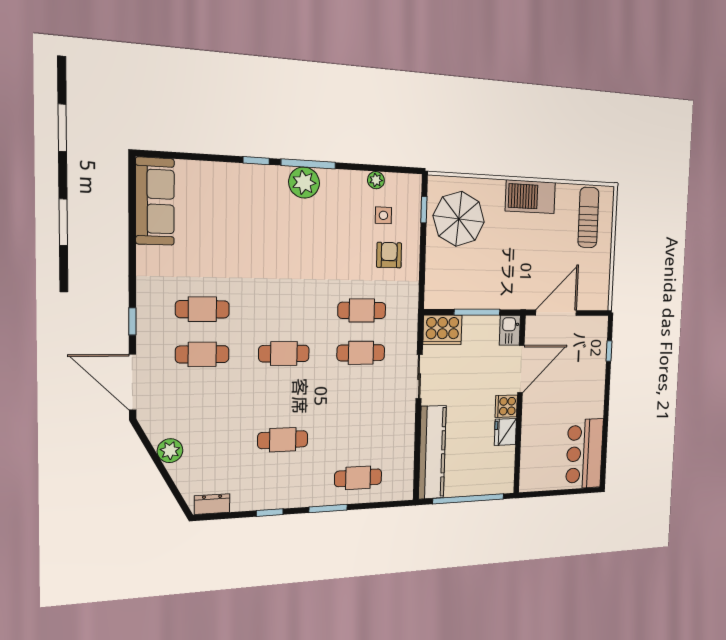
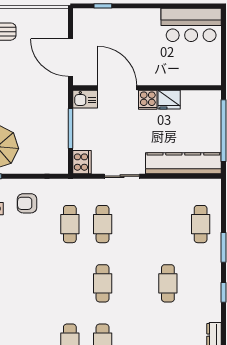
cooker: (442, 330) -> (82, 162), width x0.73, depth x0.76

